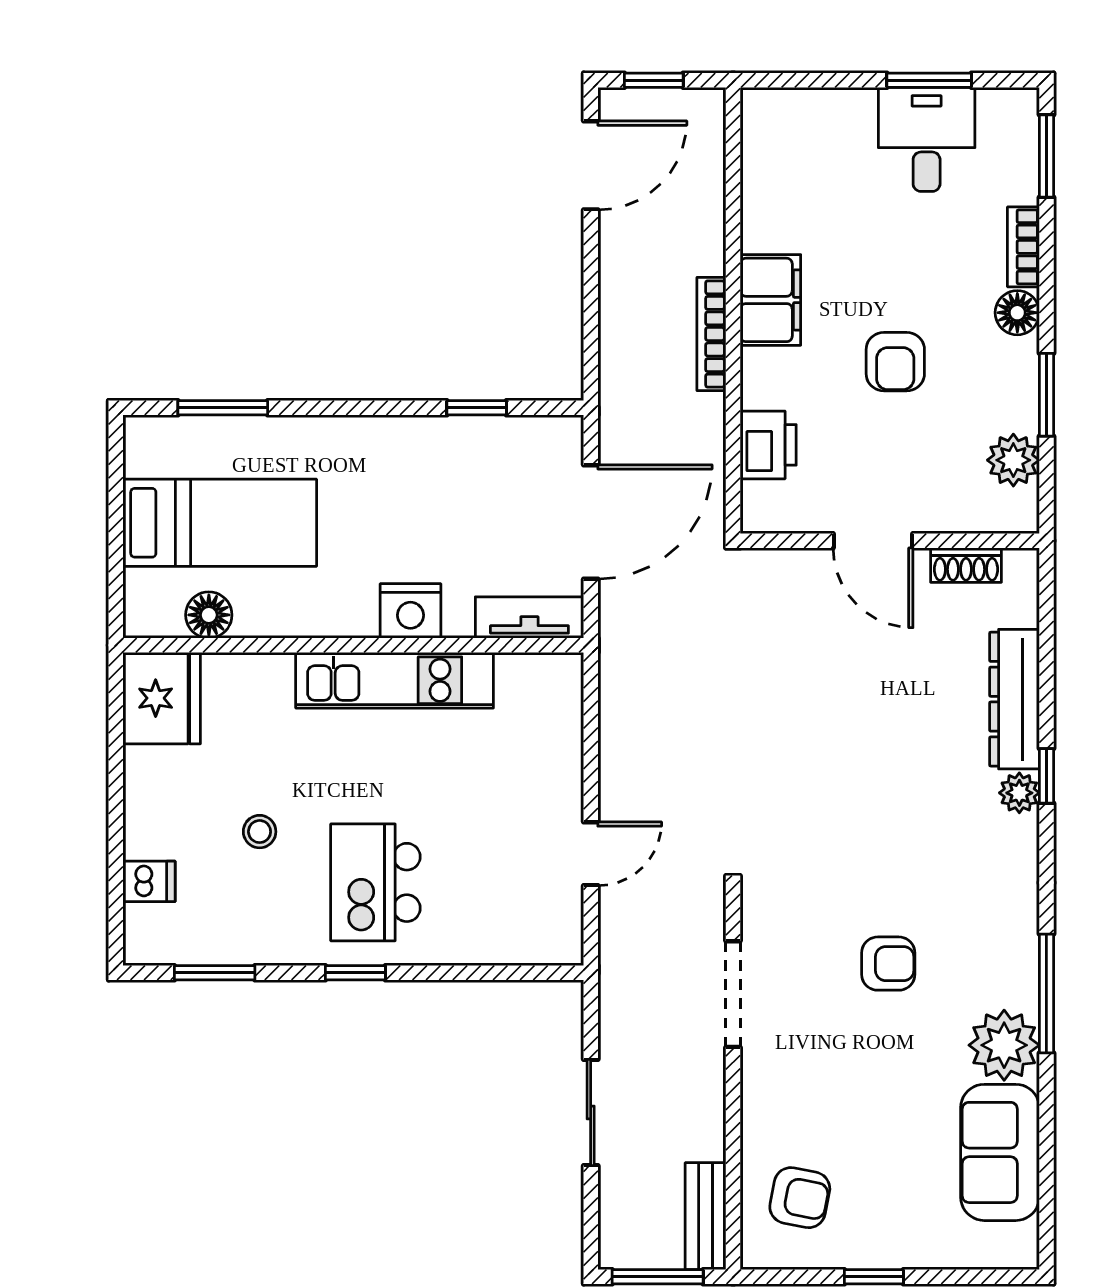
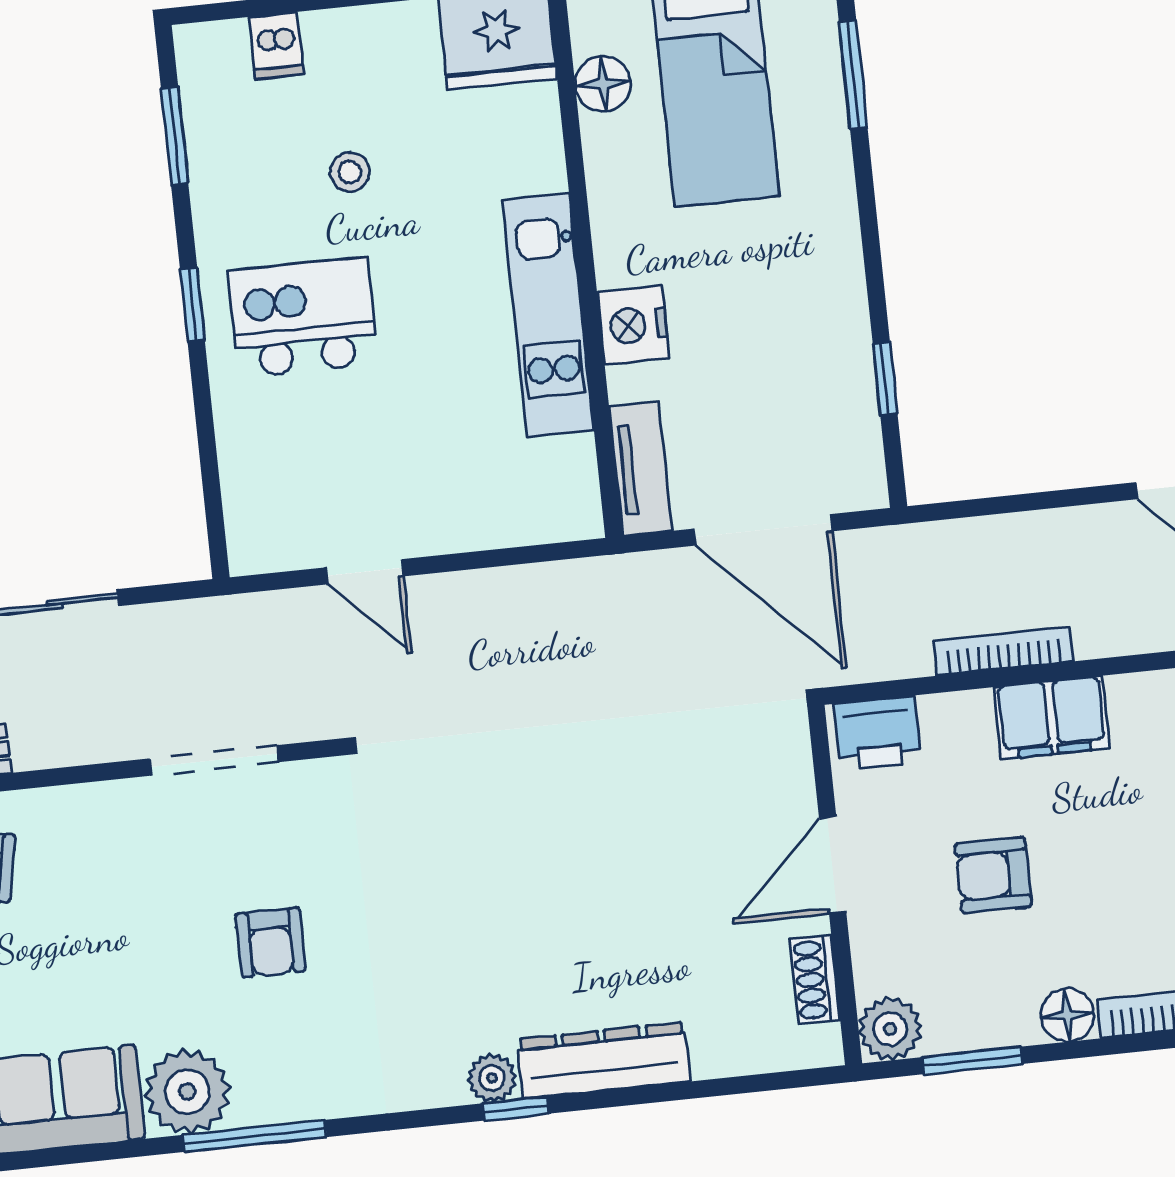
door: (873, 541) -> (833, 865), moved
wall: (890, 541) -> (835, 885), moved
shoe rack: (966, 565) -> (815, 979), moved

